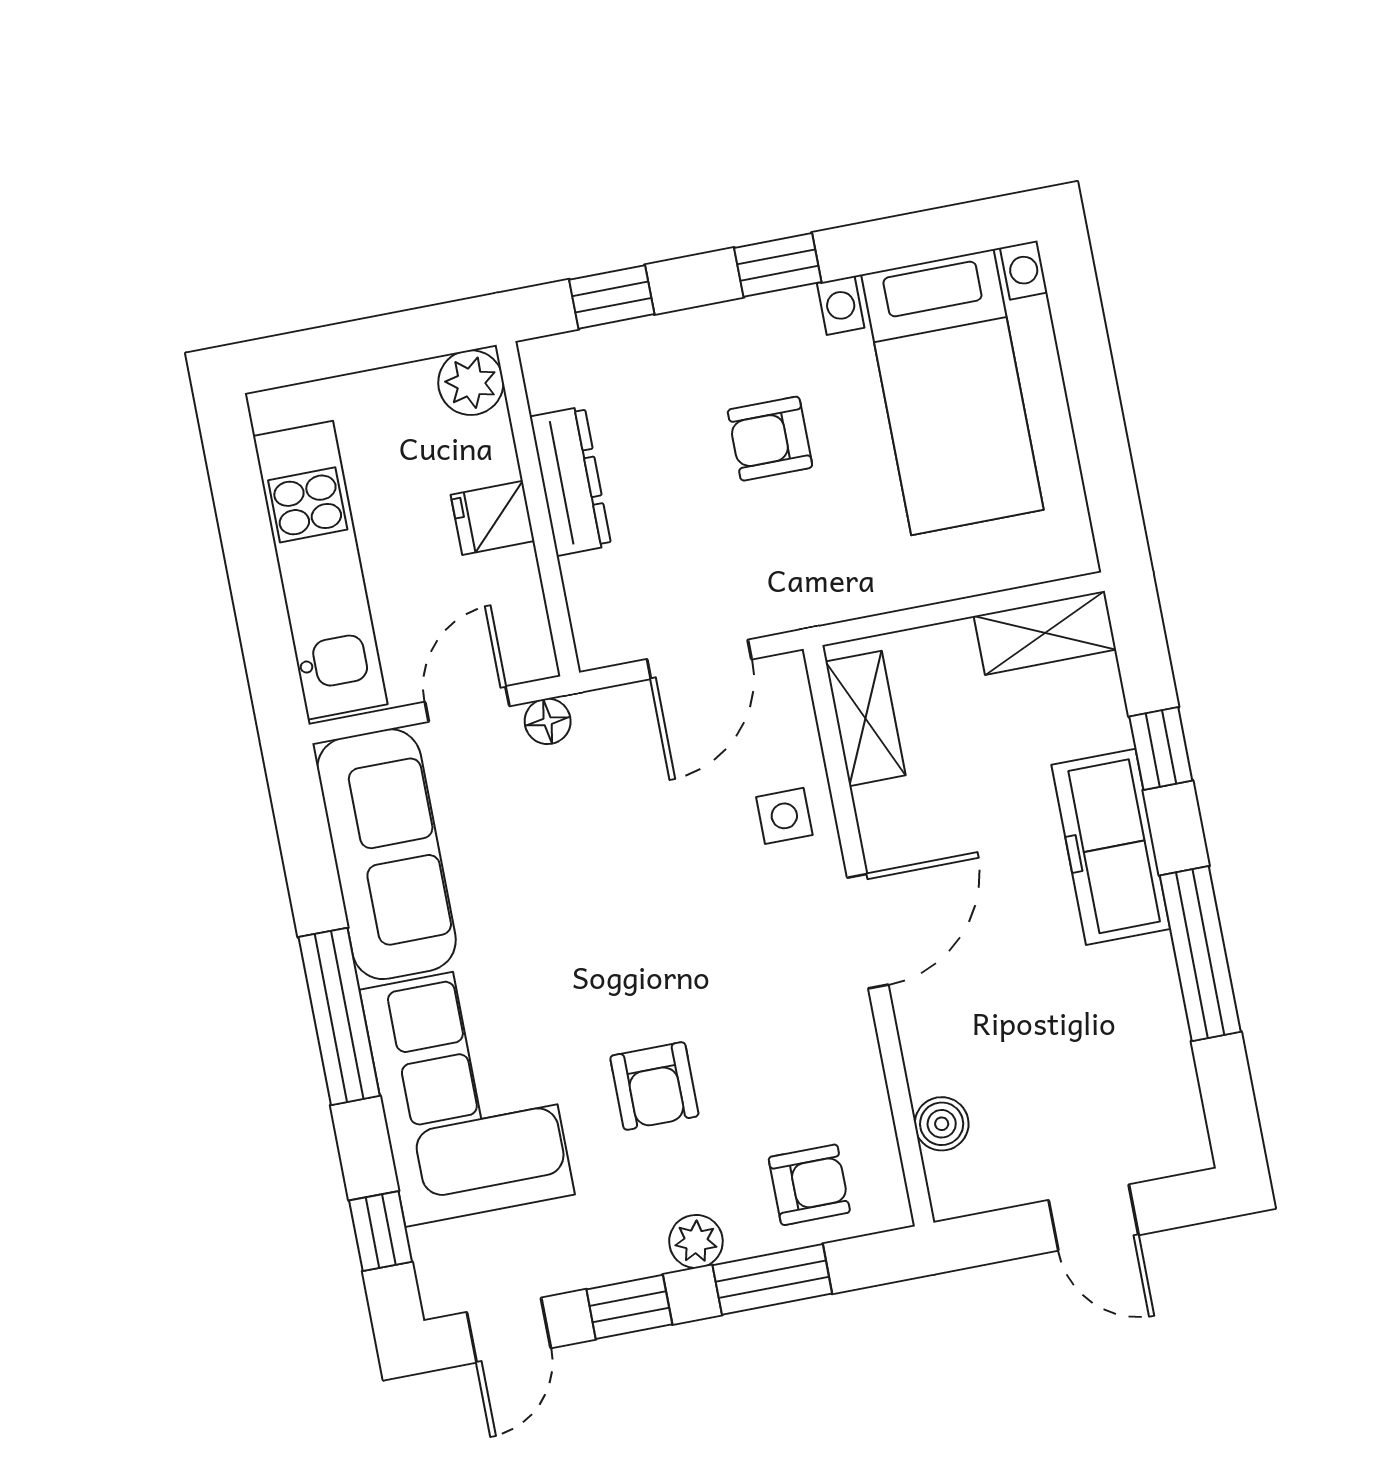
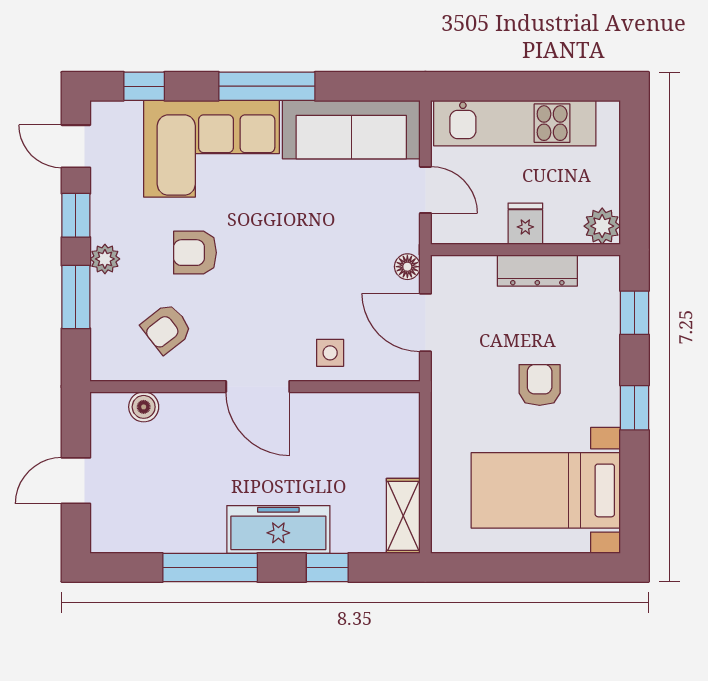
shelving: (865, 718) -> (375, 408), removed
floor lamp: (548, 721) -> (407, 267), moved
armchair: (809, 1185) -> (167, 328), moved, turned 52

